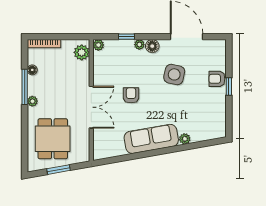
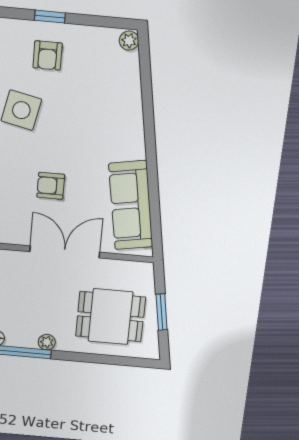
armchair: (217, 79) -> (48, 55), moved
sofa: (151, 139) -> (131, 205), moved
plant: (185, 139) -> (129, 41), moved

